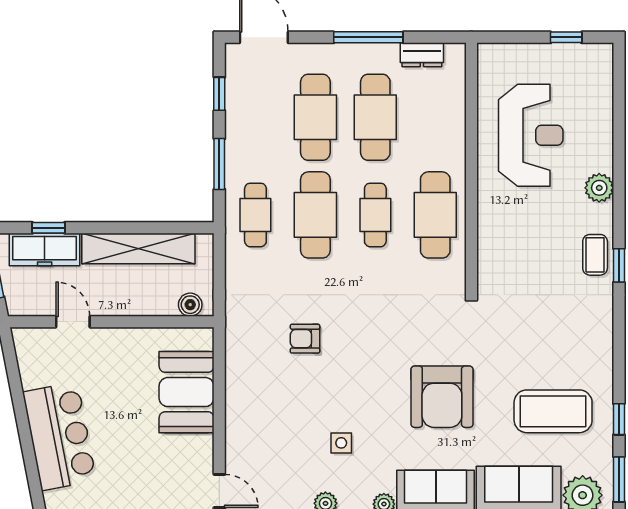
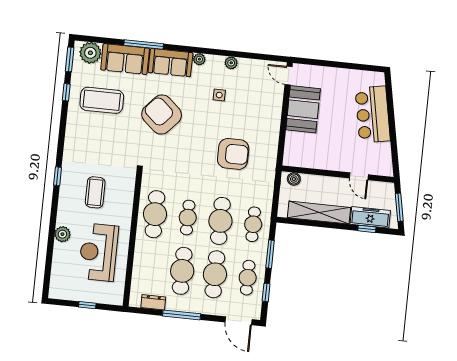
window: (566, 37) -> (87, 305), moved
cafe table: (255, 117) -> (248, 278), added
plant: (599, 188) -> (62, 234), moved
coffee table: (595, 255) -> (95, 192), moved, width x1.36, depth x1.30
armchair: (305, 339) -> (233, 154), width x1.88, depth x1.88
booth: (187, 392) -> (303, 109), moved
armchair: (442, 397) -> (162, 115), turned -48

